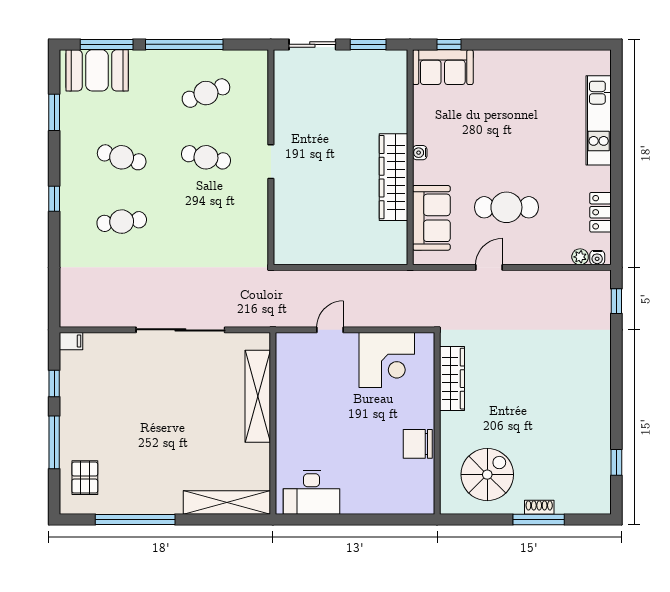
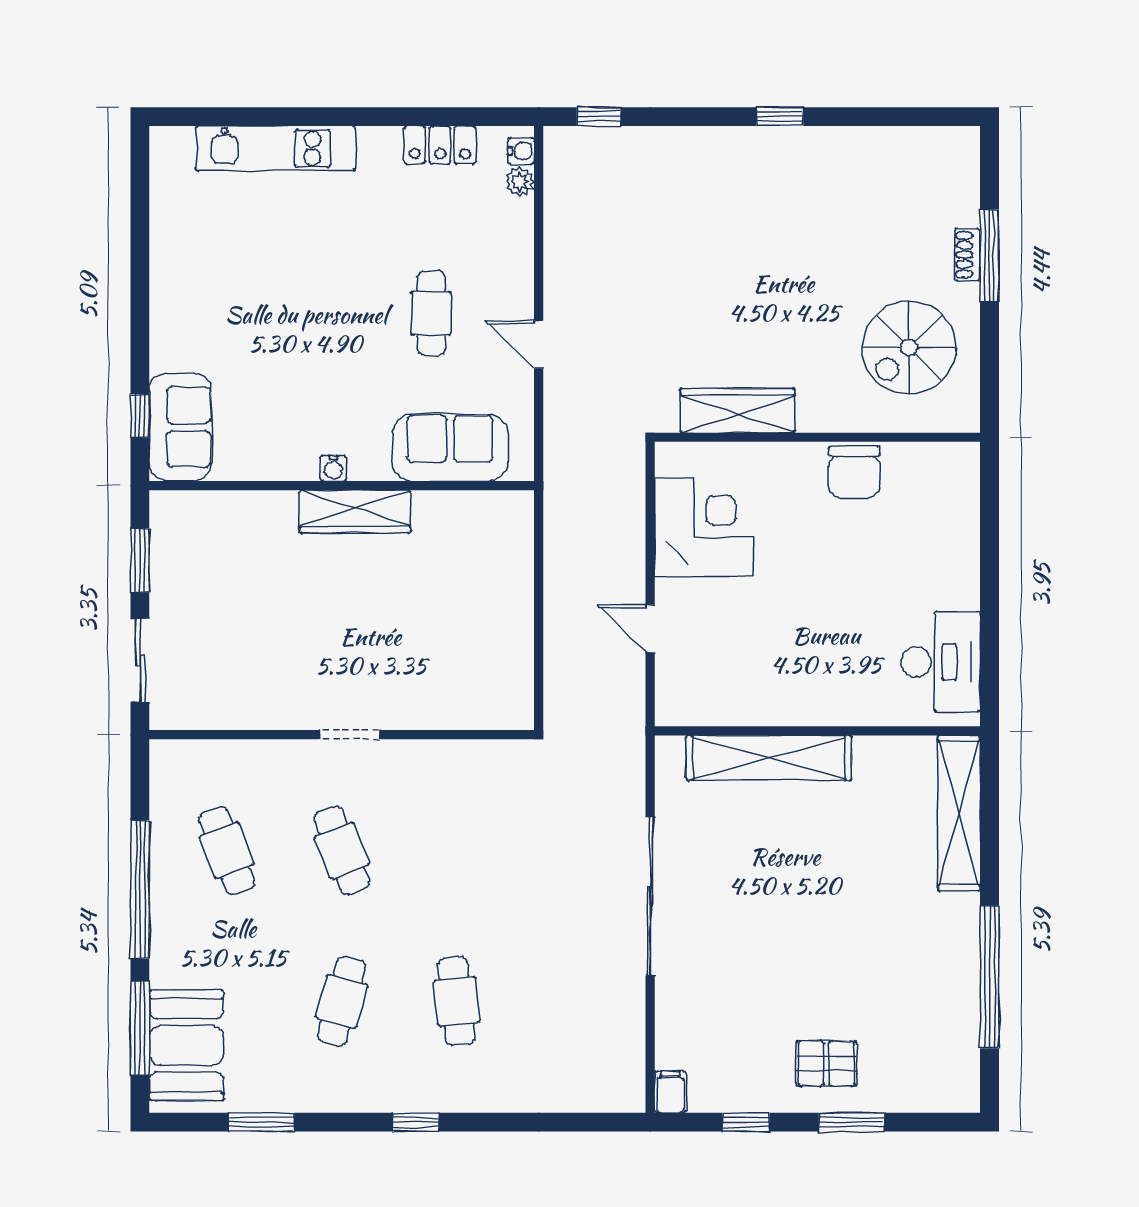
cafe table: (206, 157) -> (342, 851), turned -33
wardrobe: (393, 177) -> (355, 512), width x0.71, depth x0.85
cafe table: (506, 207) -> (431, 313), width x0.73, depth x0.74
window: (54, 442) -> (852, 1122), width x0.69
window: (616, 462) -> (780, 117), moved
spiral stairs: (487, 475) -> (909, 348), turned -90
pallet: (85, 478) -> (826, 1064), moved

